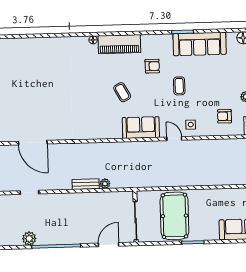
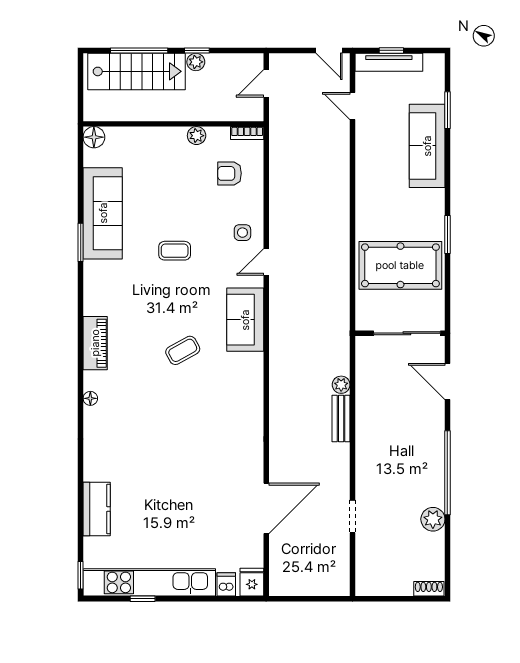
piano: (119, 44) -> (95, 343), width x0.73, depth x0.75
kitchen counter: (30, 45) -> (97, 509), added
armchair: (152, 66) -> (139, 297), removed
armchair: (224, 116) -> (230, 173), turned 90

